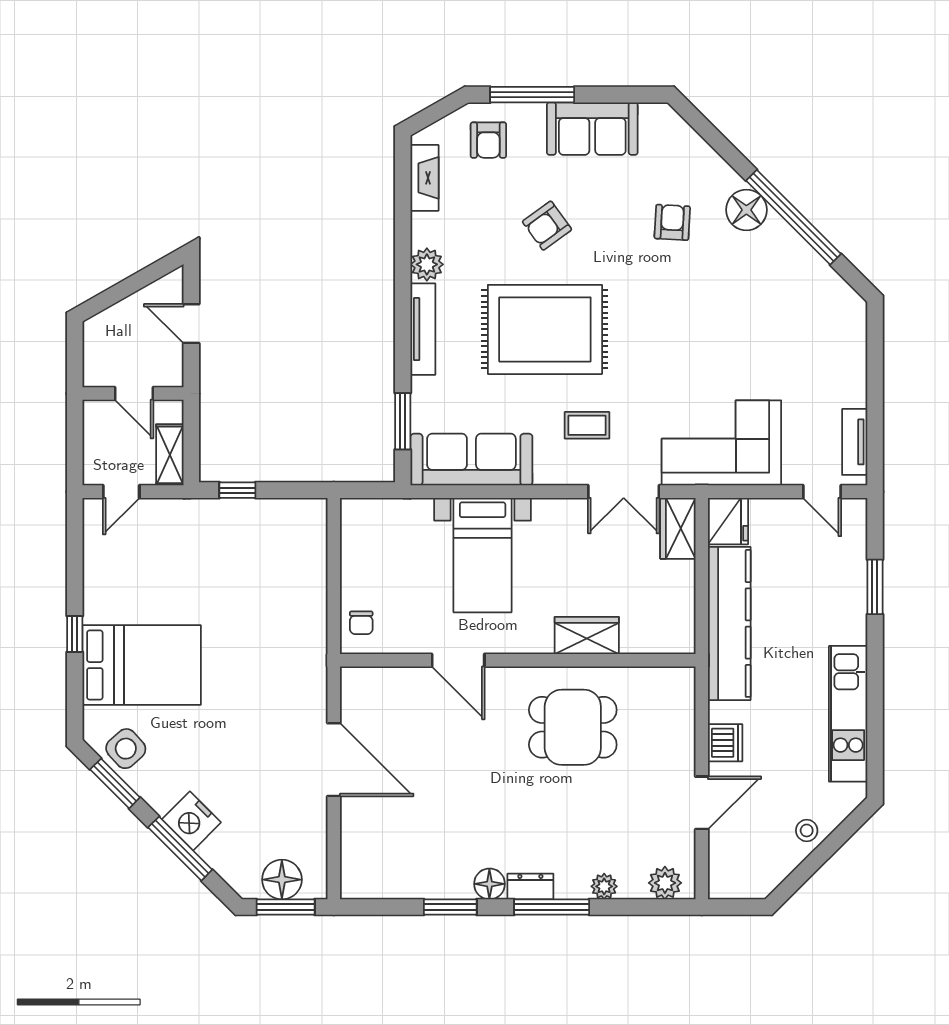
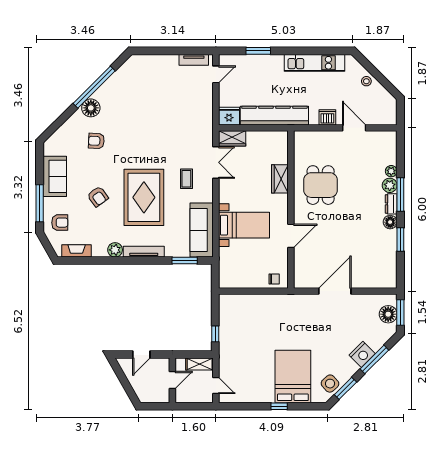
corner sofa: (721, 443) -> (194, 119), removed
plant: (665, 883) -> (390, 185), moved

